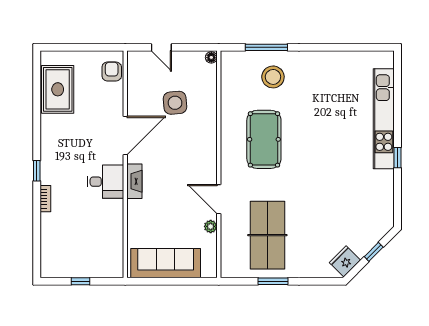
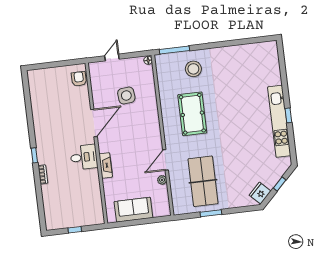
door: (161, 47) -> (112, 57), swing flipped
window: (266, 47) -> (174, 50), moved
rug: (58, 89) -> (42, 96), removed
kitchen unit: (384, 119) -> (279, 121), moved
fireplace: (134, 181) -> (106, 165), moved
door: (219, 199) -> (166, 160), hinge flipped
sofa: (166, 263) -> (133, 210), width x0.73

